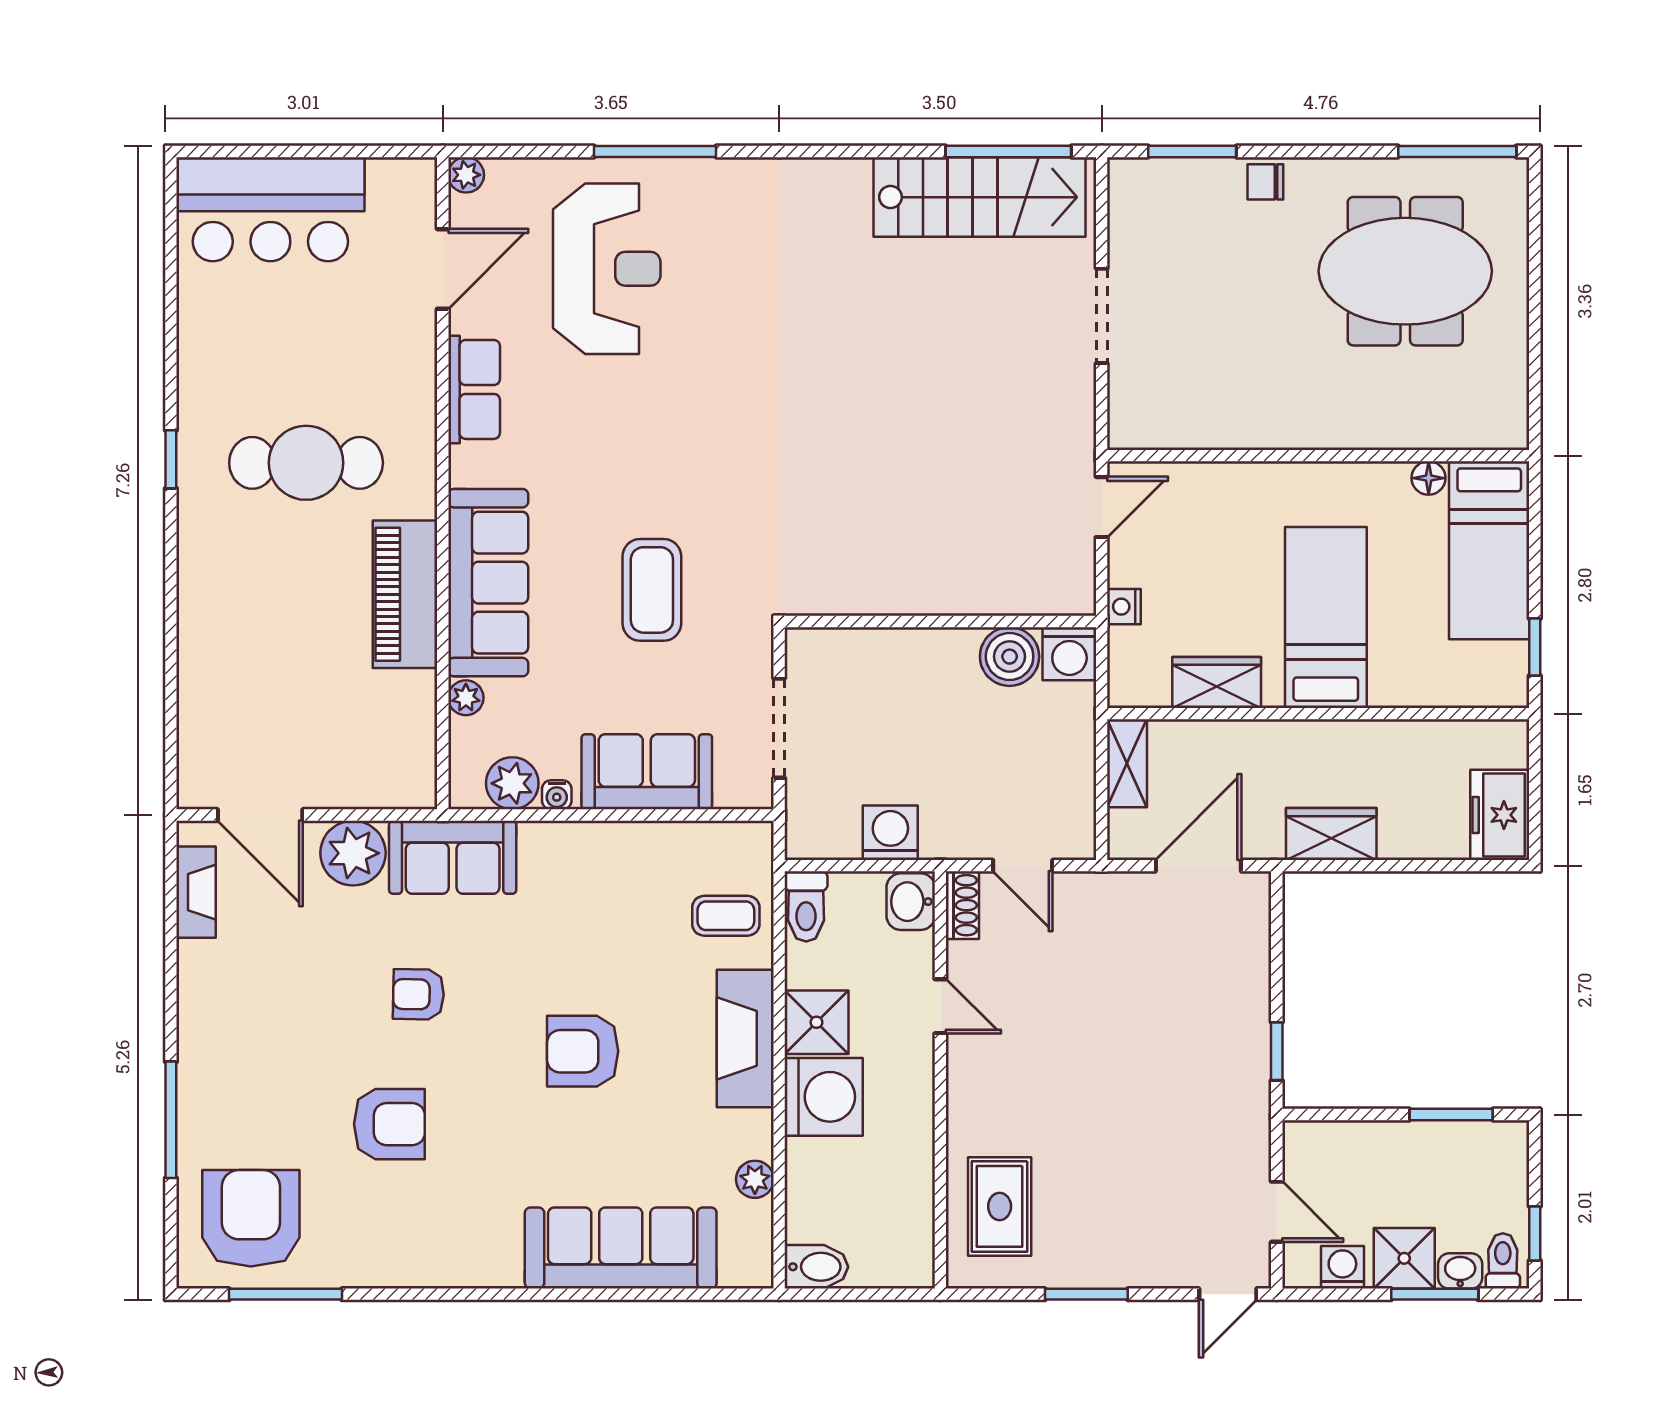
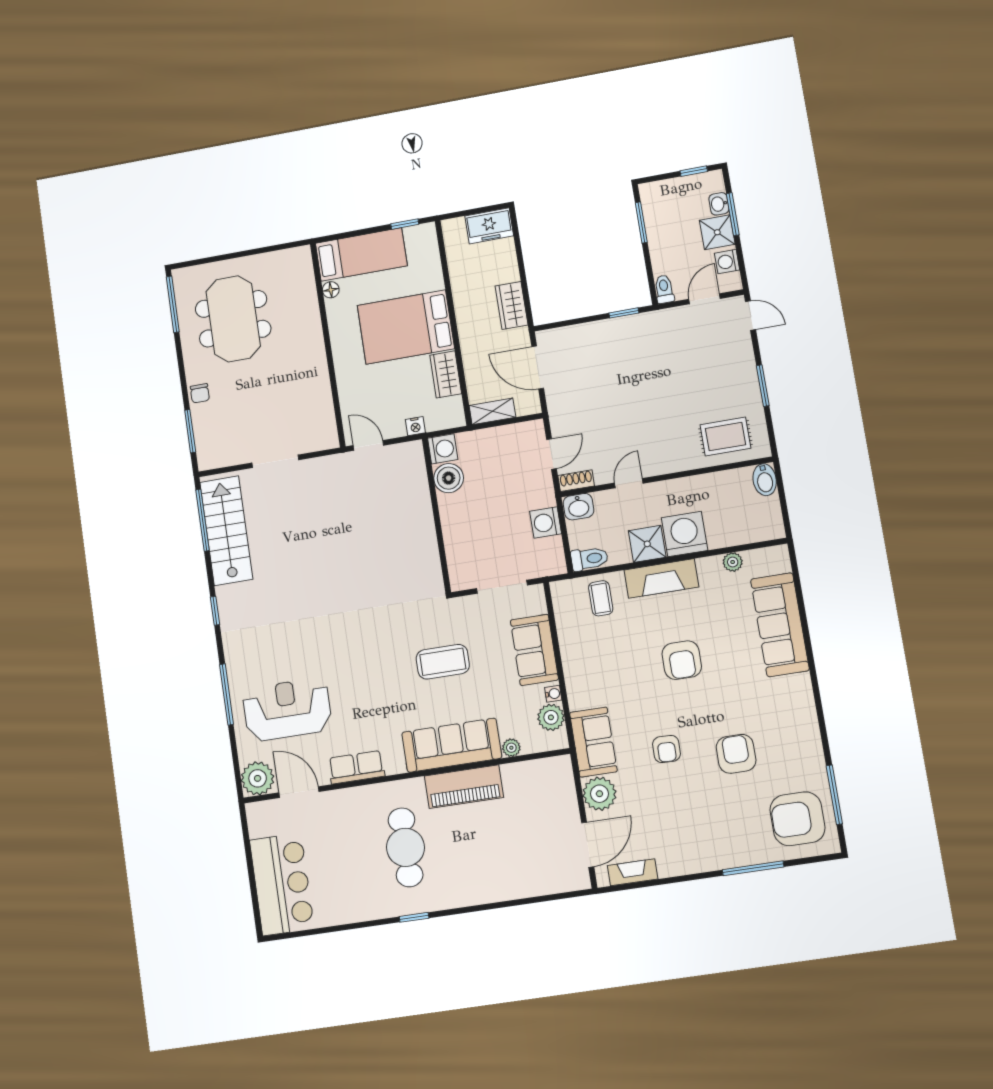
window: (824, 151) -> (215, 611), added
plant: (466, 175) -> (258, 778), width x1.88, depth x1.88
bed: (1326, 618) -> (406, 327), width x1.50
toilet: (1503, 1261) -> (664, 289), moved, turned 90
bidet: (816, 1267) -> (765, 480), moved, turned 180

